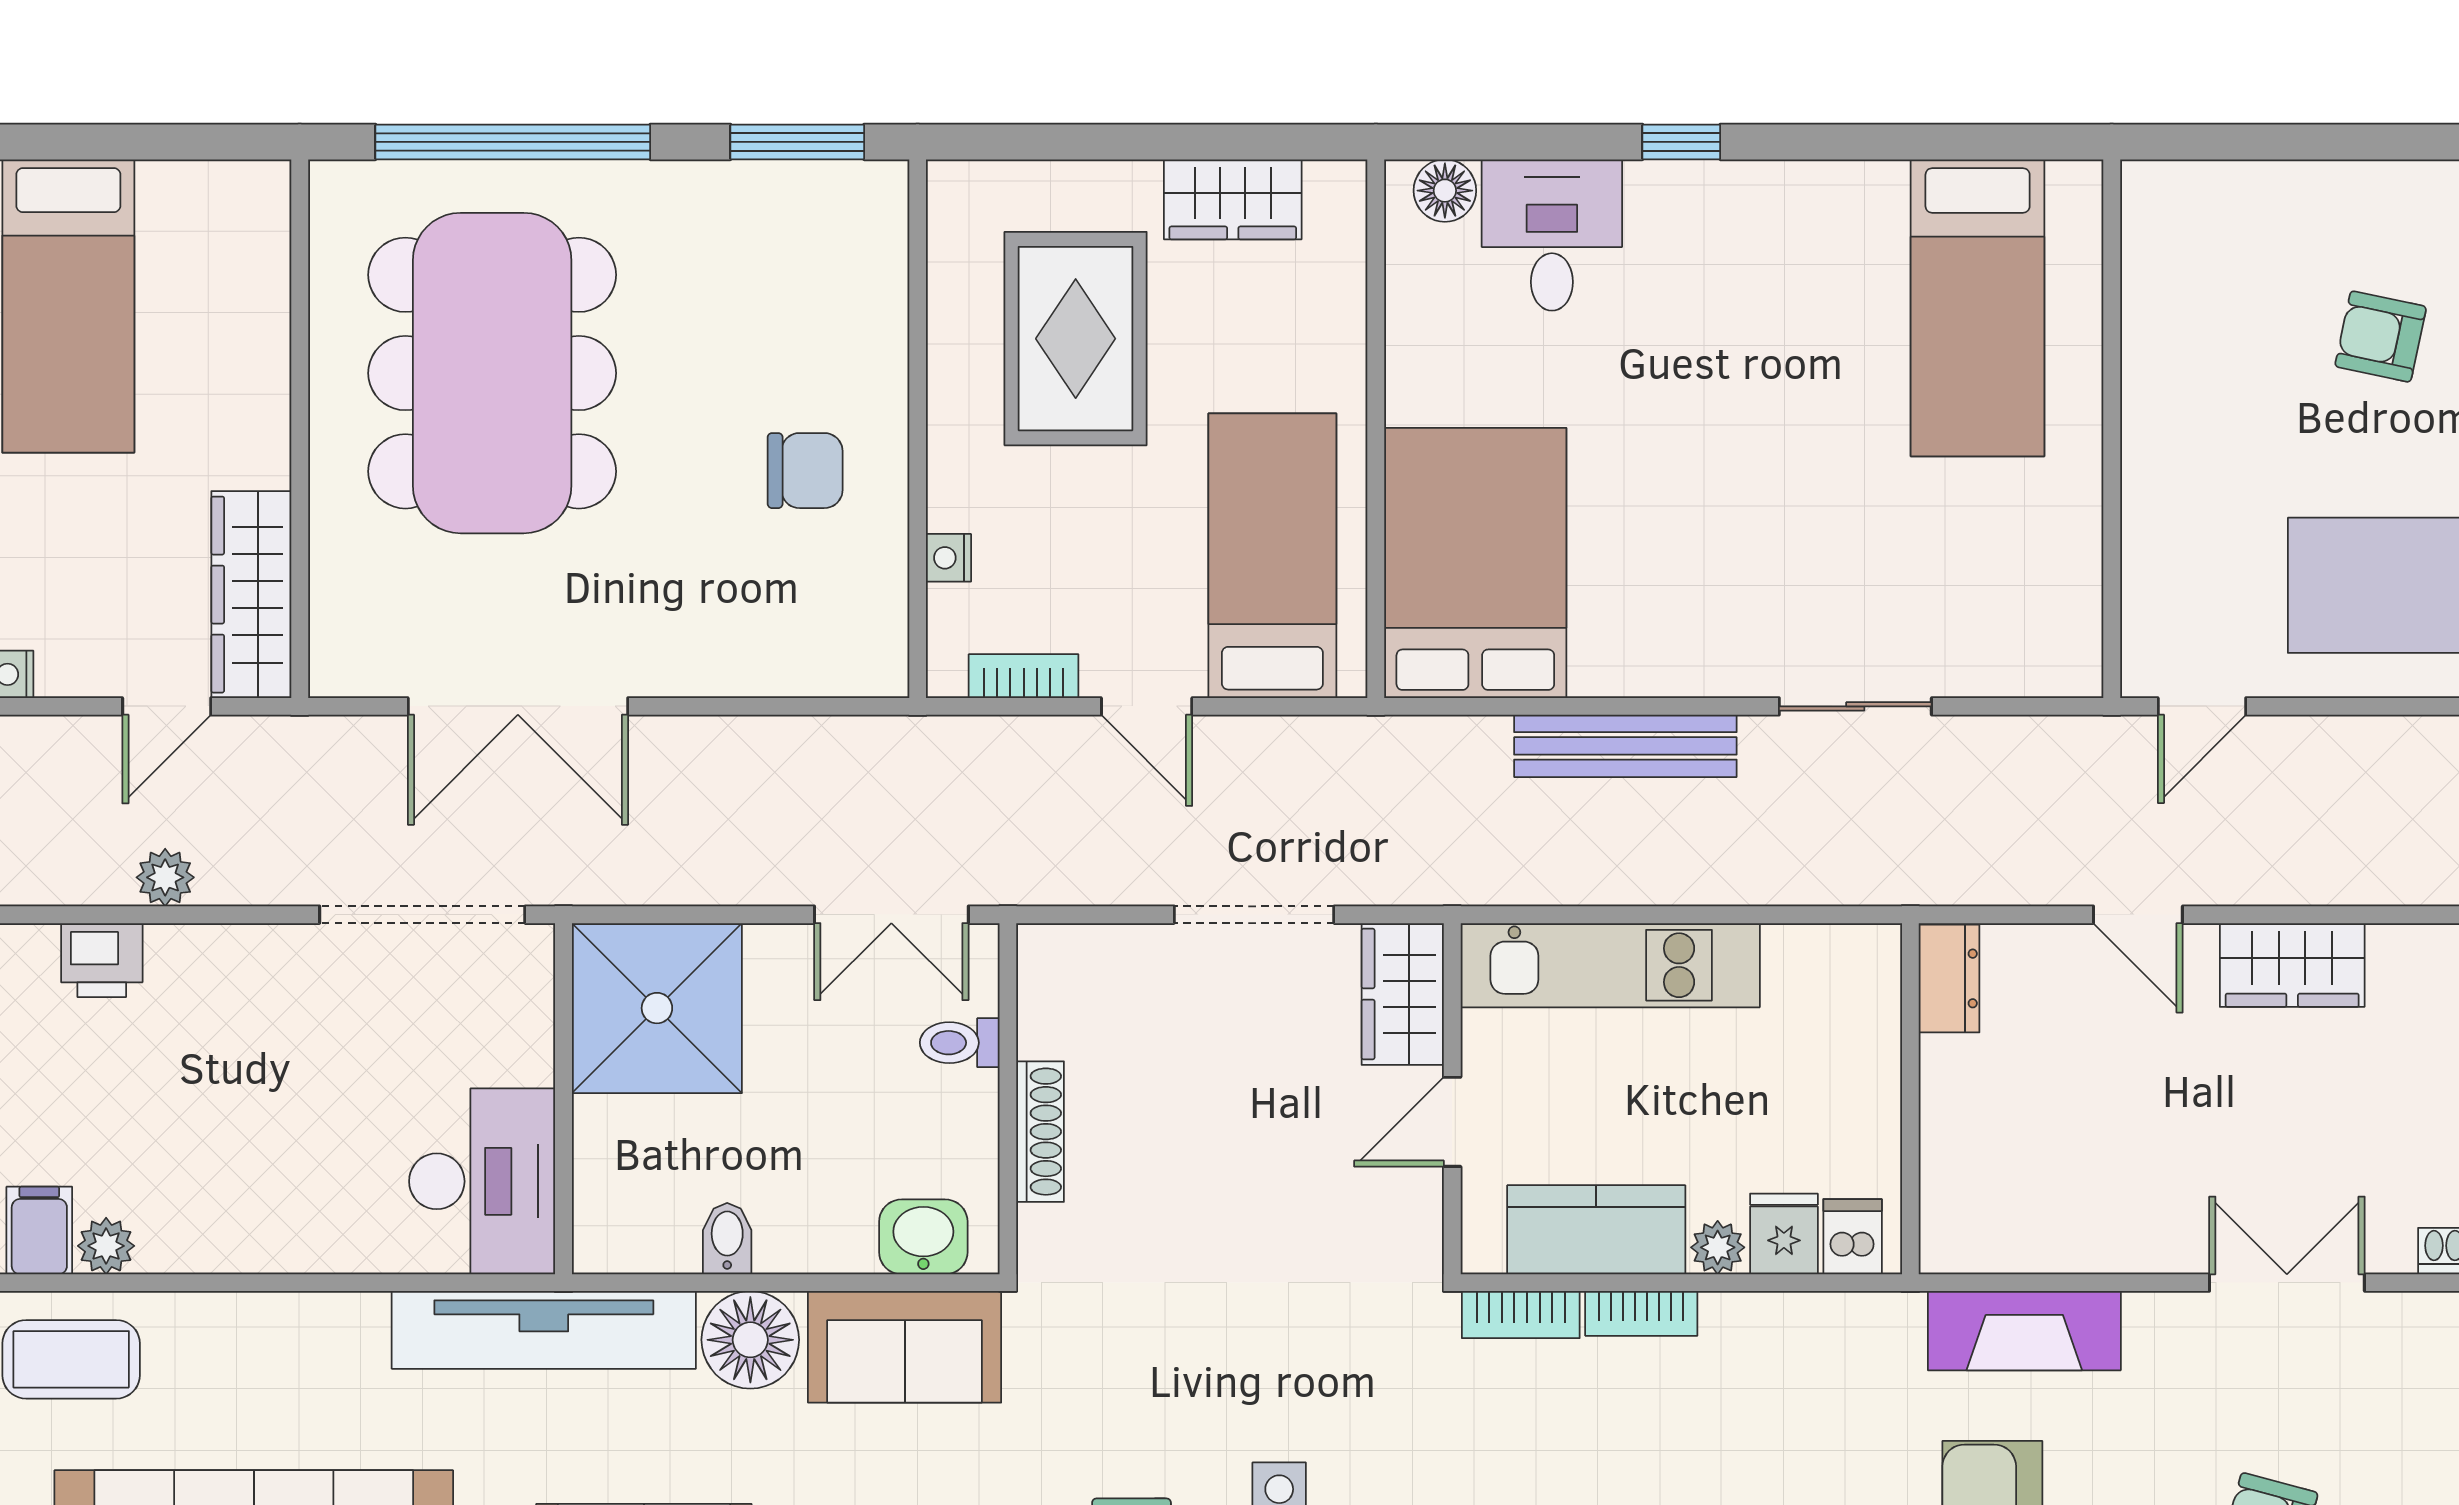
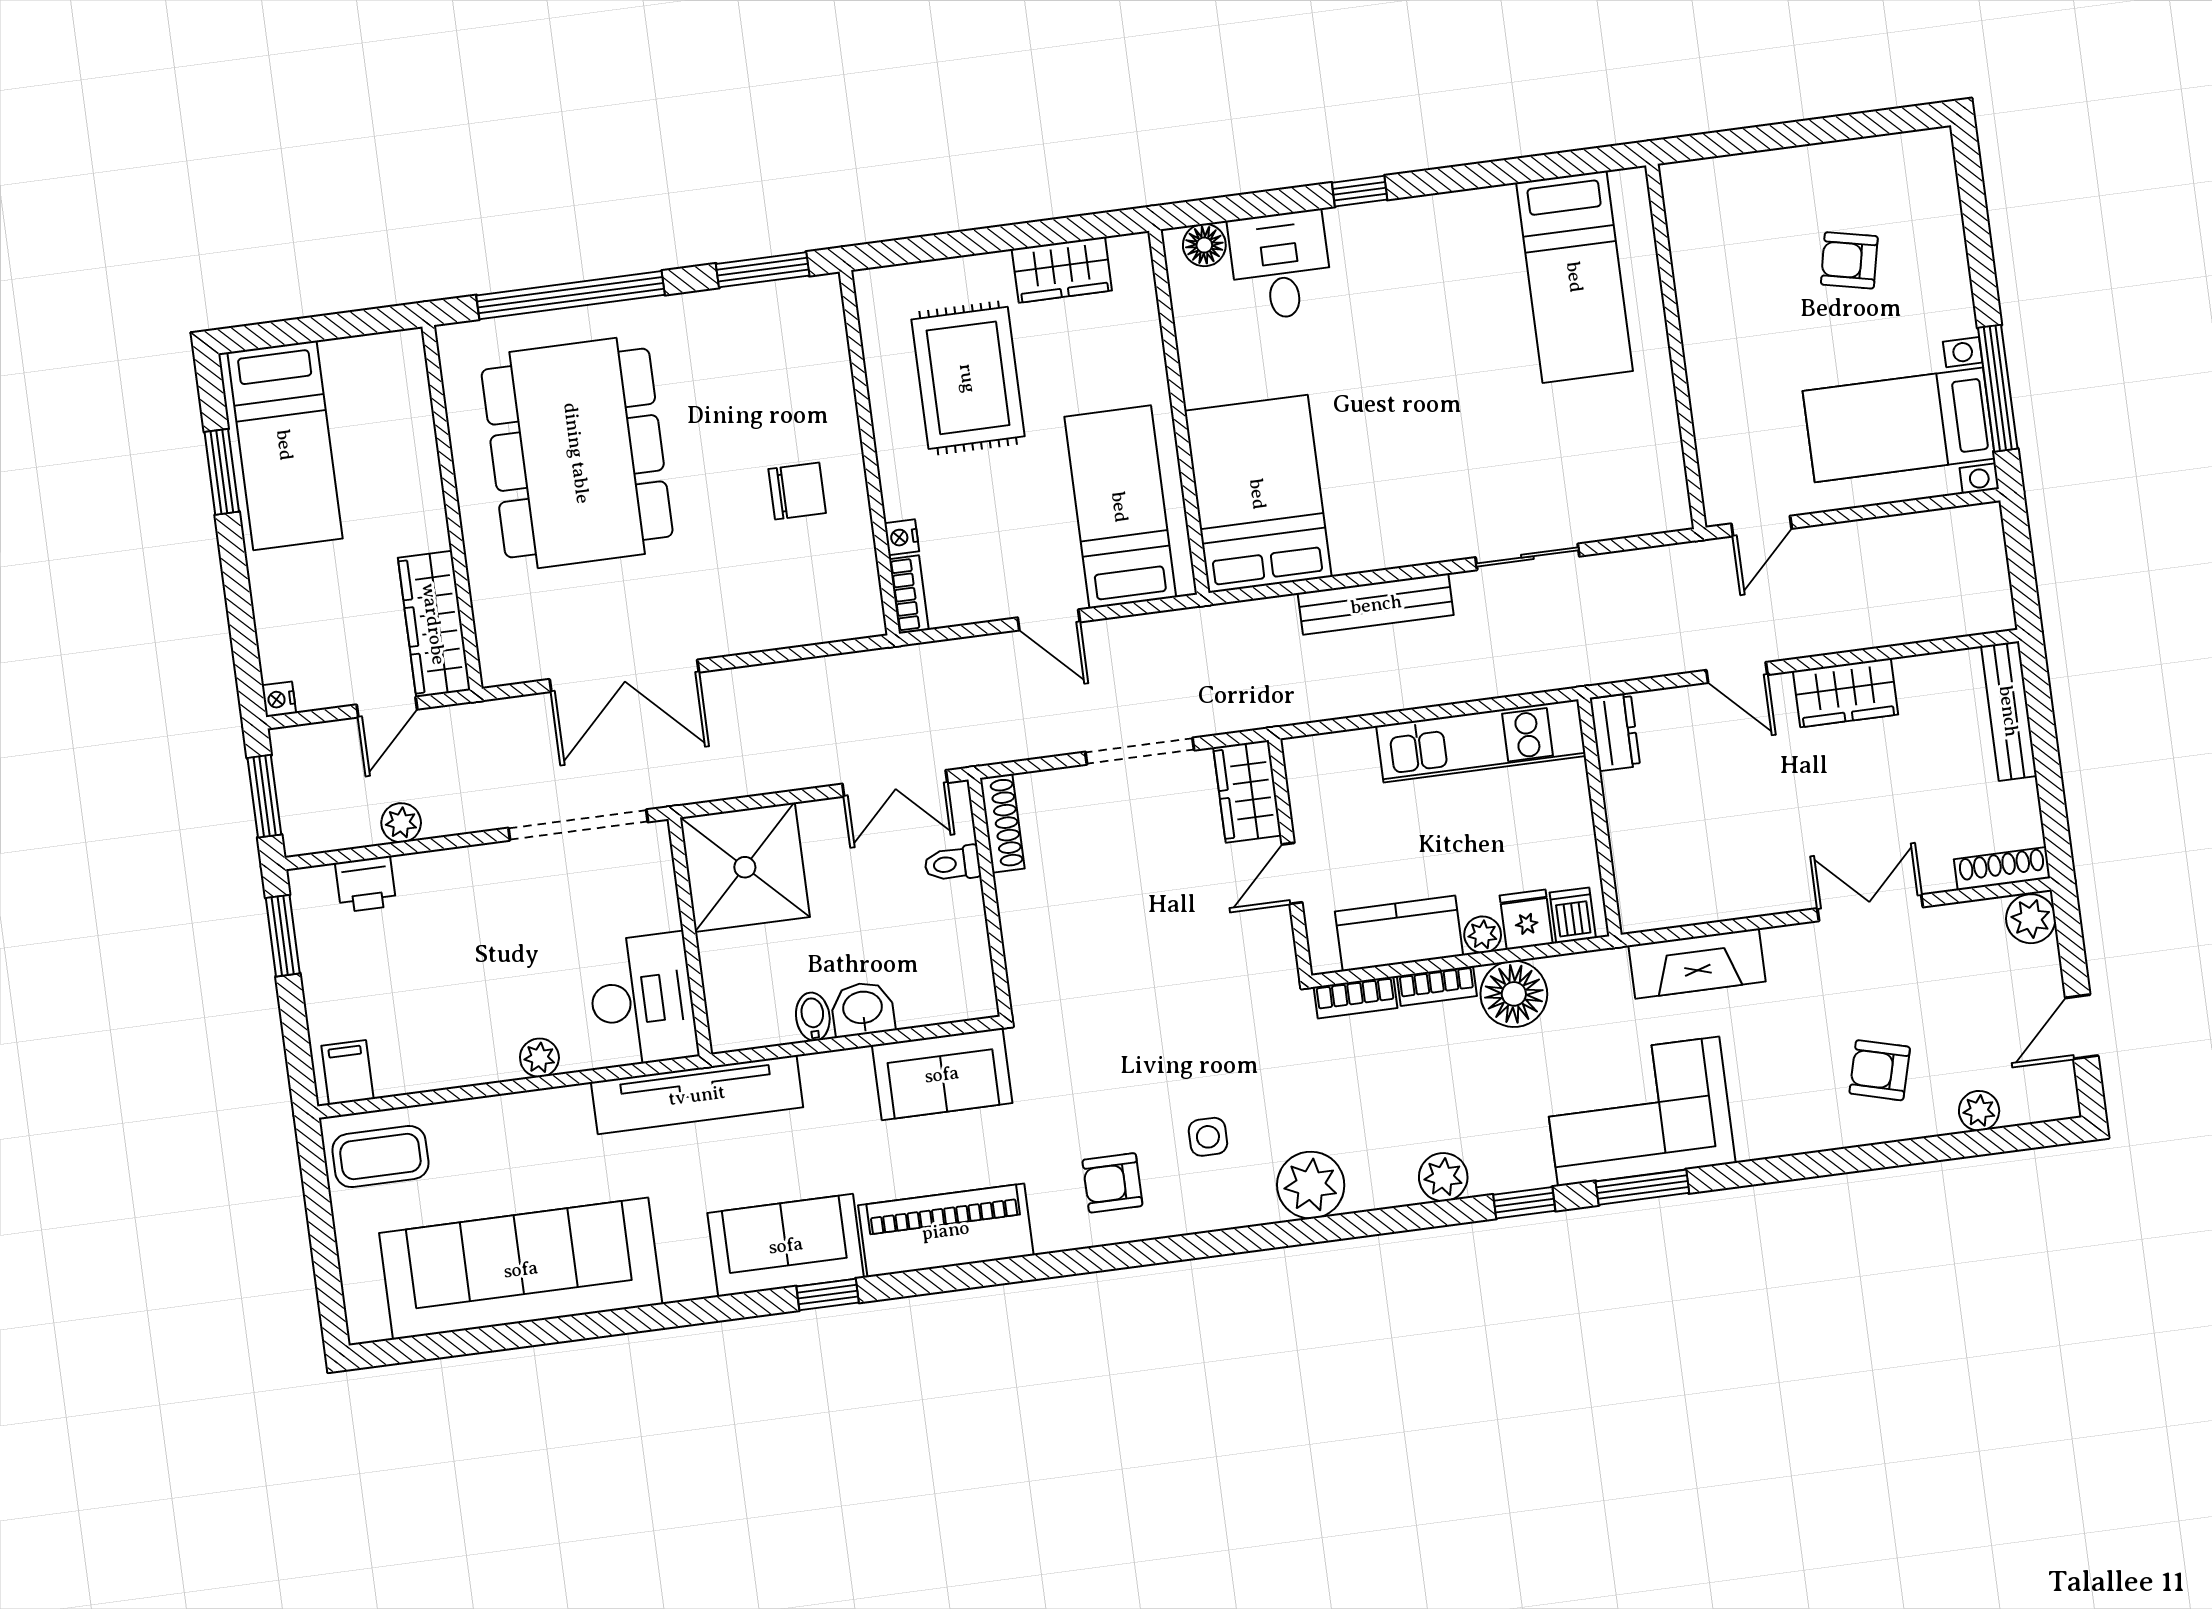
bookcase: (1024, 676) -> (909, 594), moved, turned 90
kitchen unit: (1610, 965) -> (1481, 741), moved
shoe rack: (1040, 1132) -> (1002, 823), moved
washbasin: (923, 1237) -> (863, 1009), moved
plant: (106, 1246) -> (539, 1058), moved
floor lamp: (750, 1340) -> (1514, 994), moved

